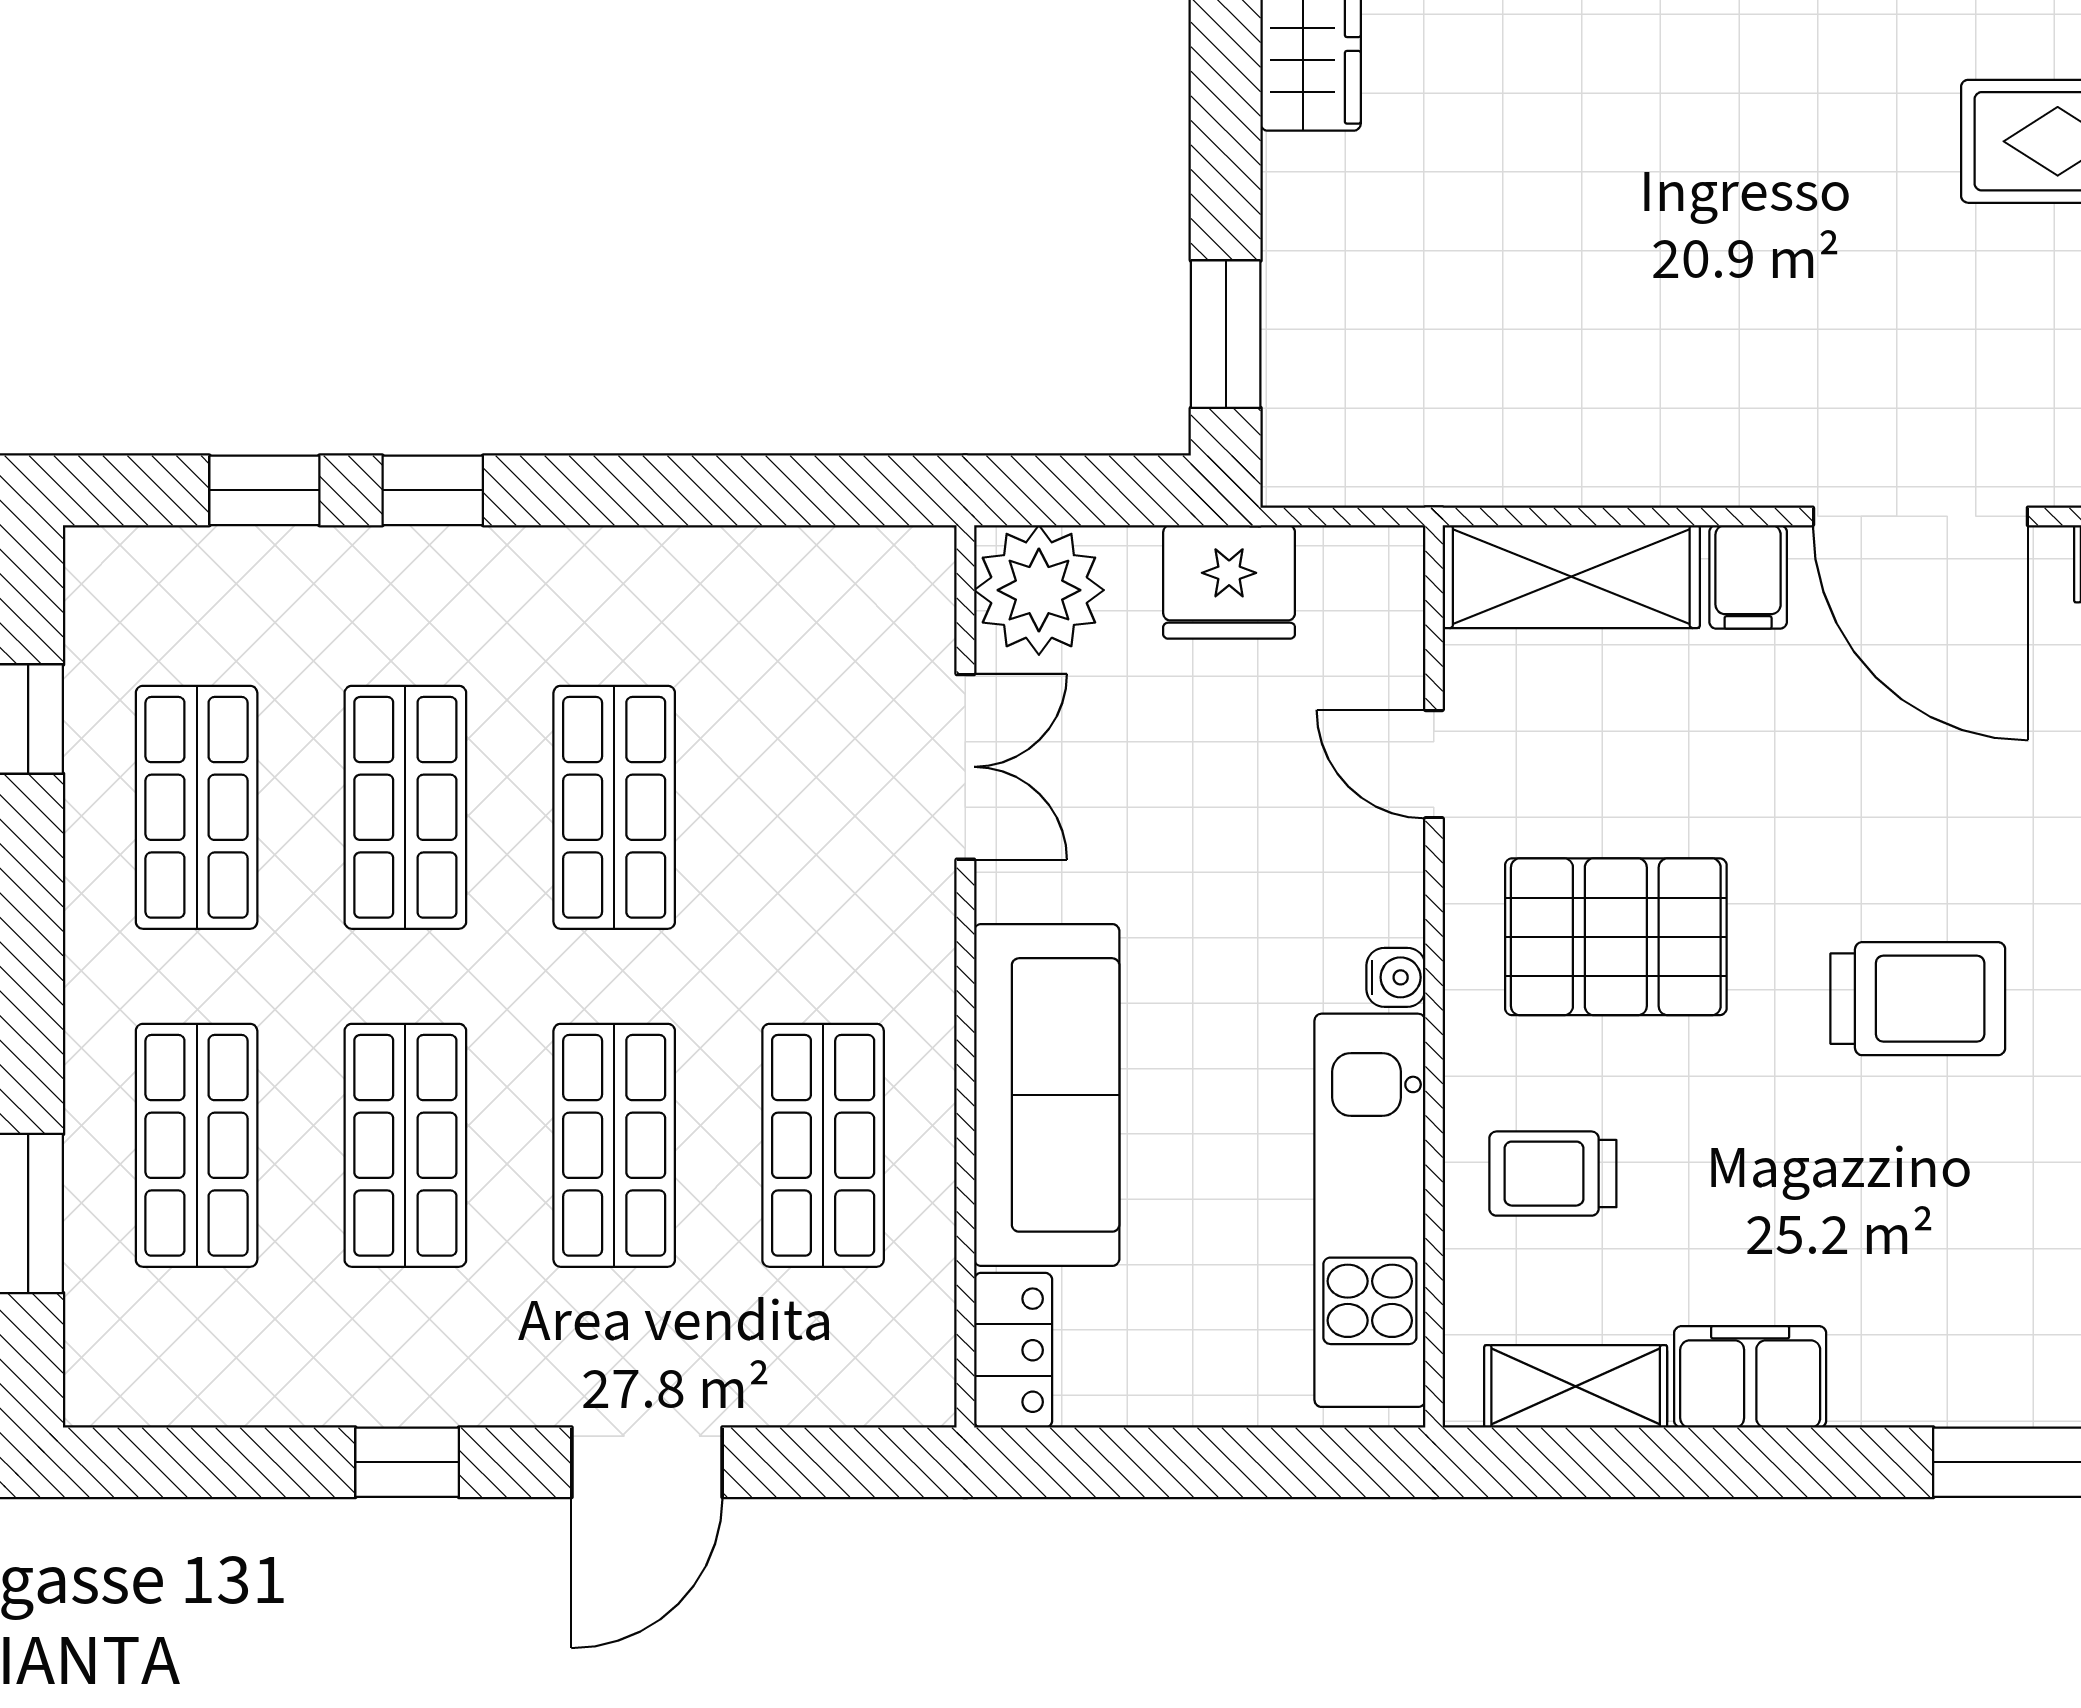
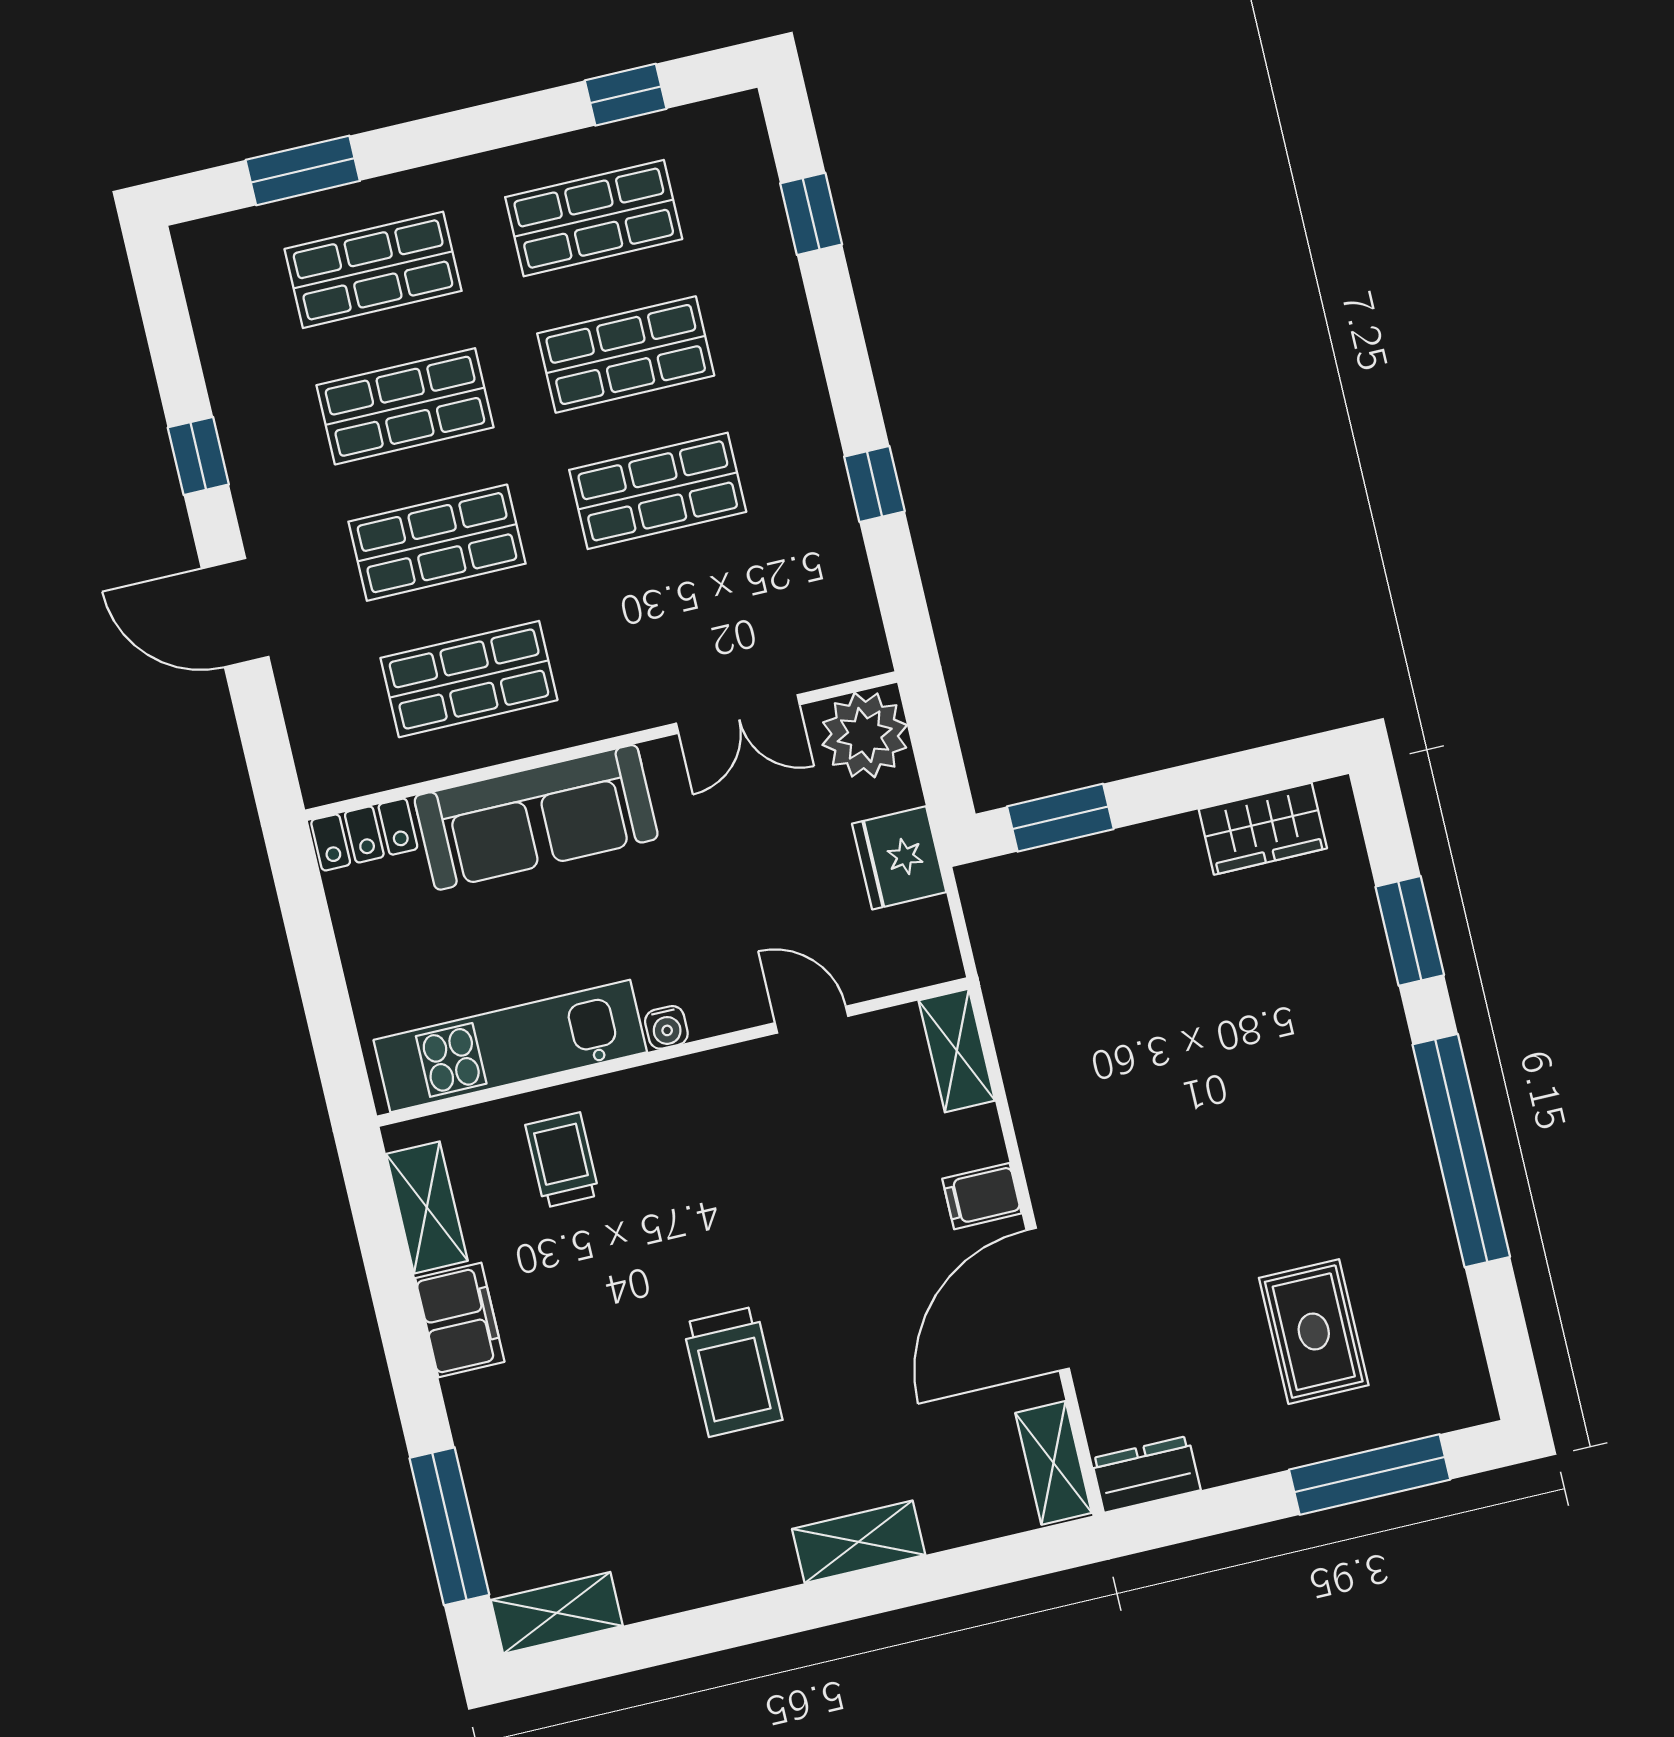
window: (433, 490) -> (874, 484), moved
shelving: (1571, 577) -> (957, 1051), width x0.67, depth x0.75
door: (1434, 764) -> (811, 1020), hinge flipped
pallet: (1616, 937) -> (727, 1165), removed

